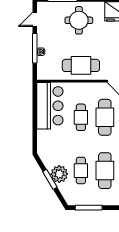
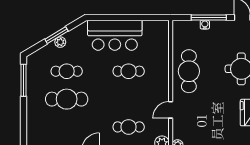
bar counter: (50, 106) -> (115, 35), moved
cafe table: (105, 117) -> (129, 99), removed
plant: (59, 174) -> (60, 42), width x0.53, depth x0.53

